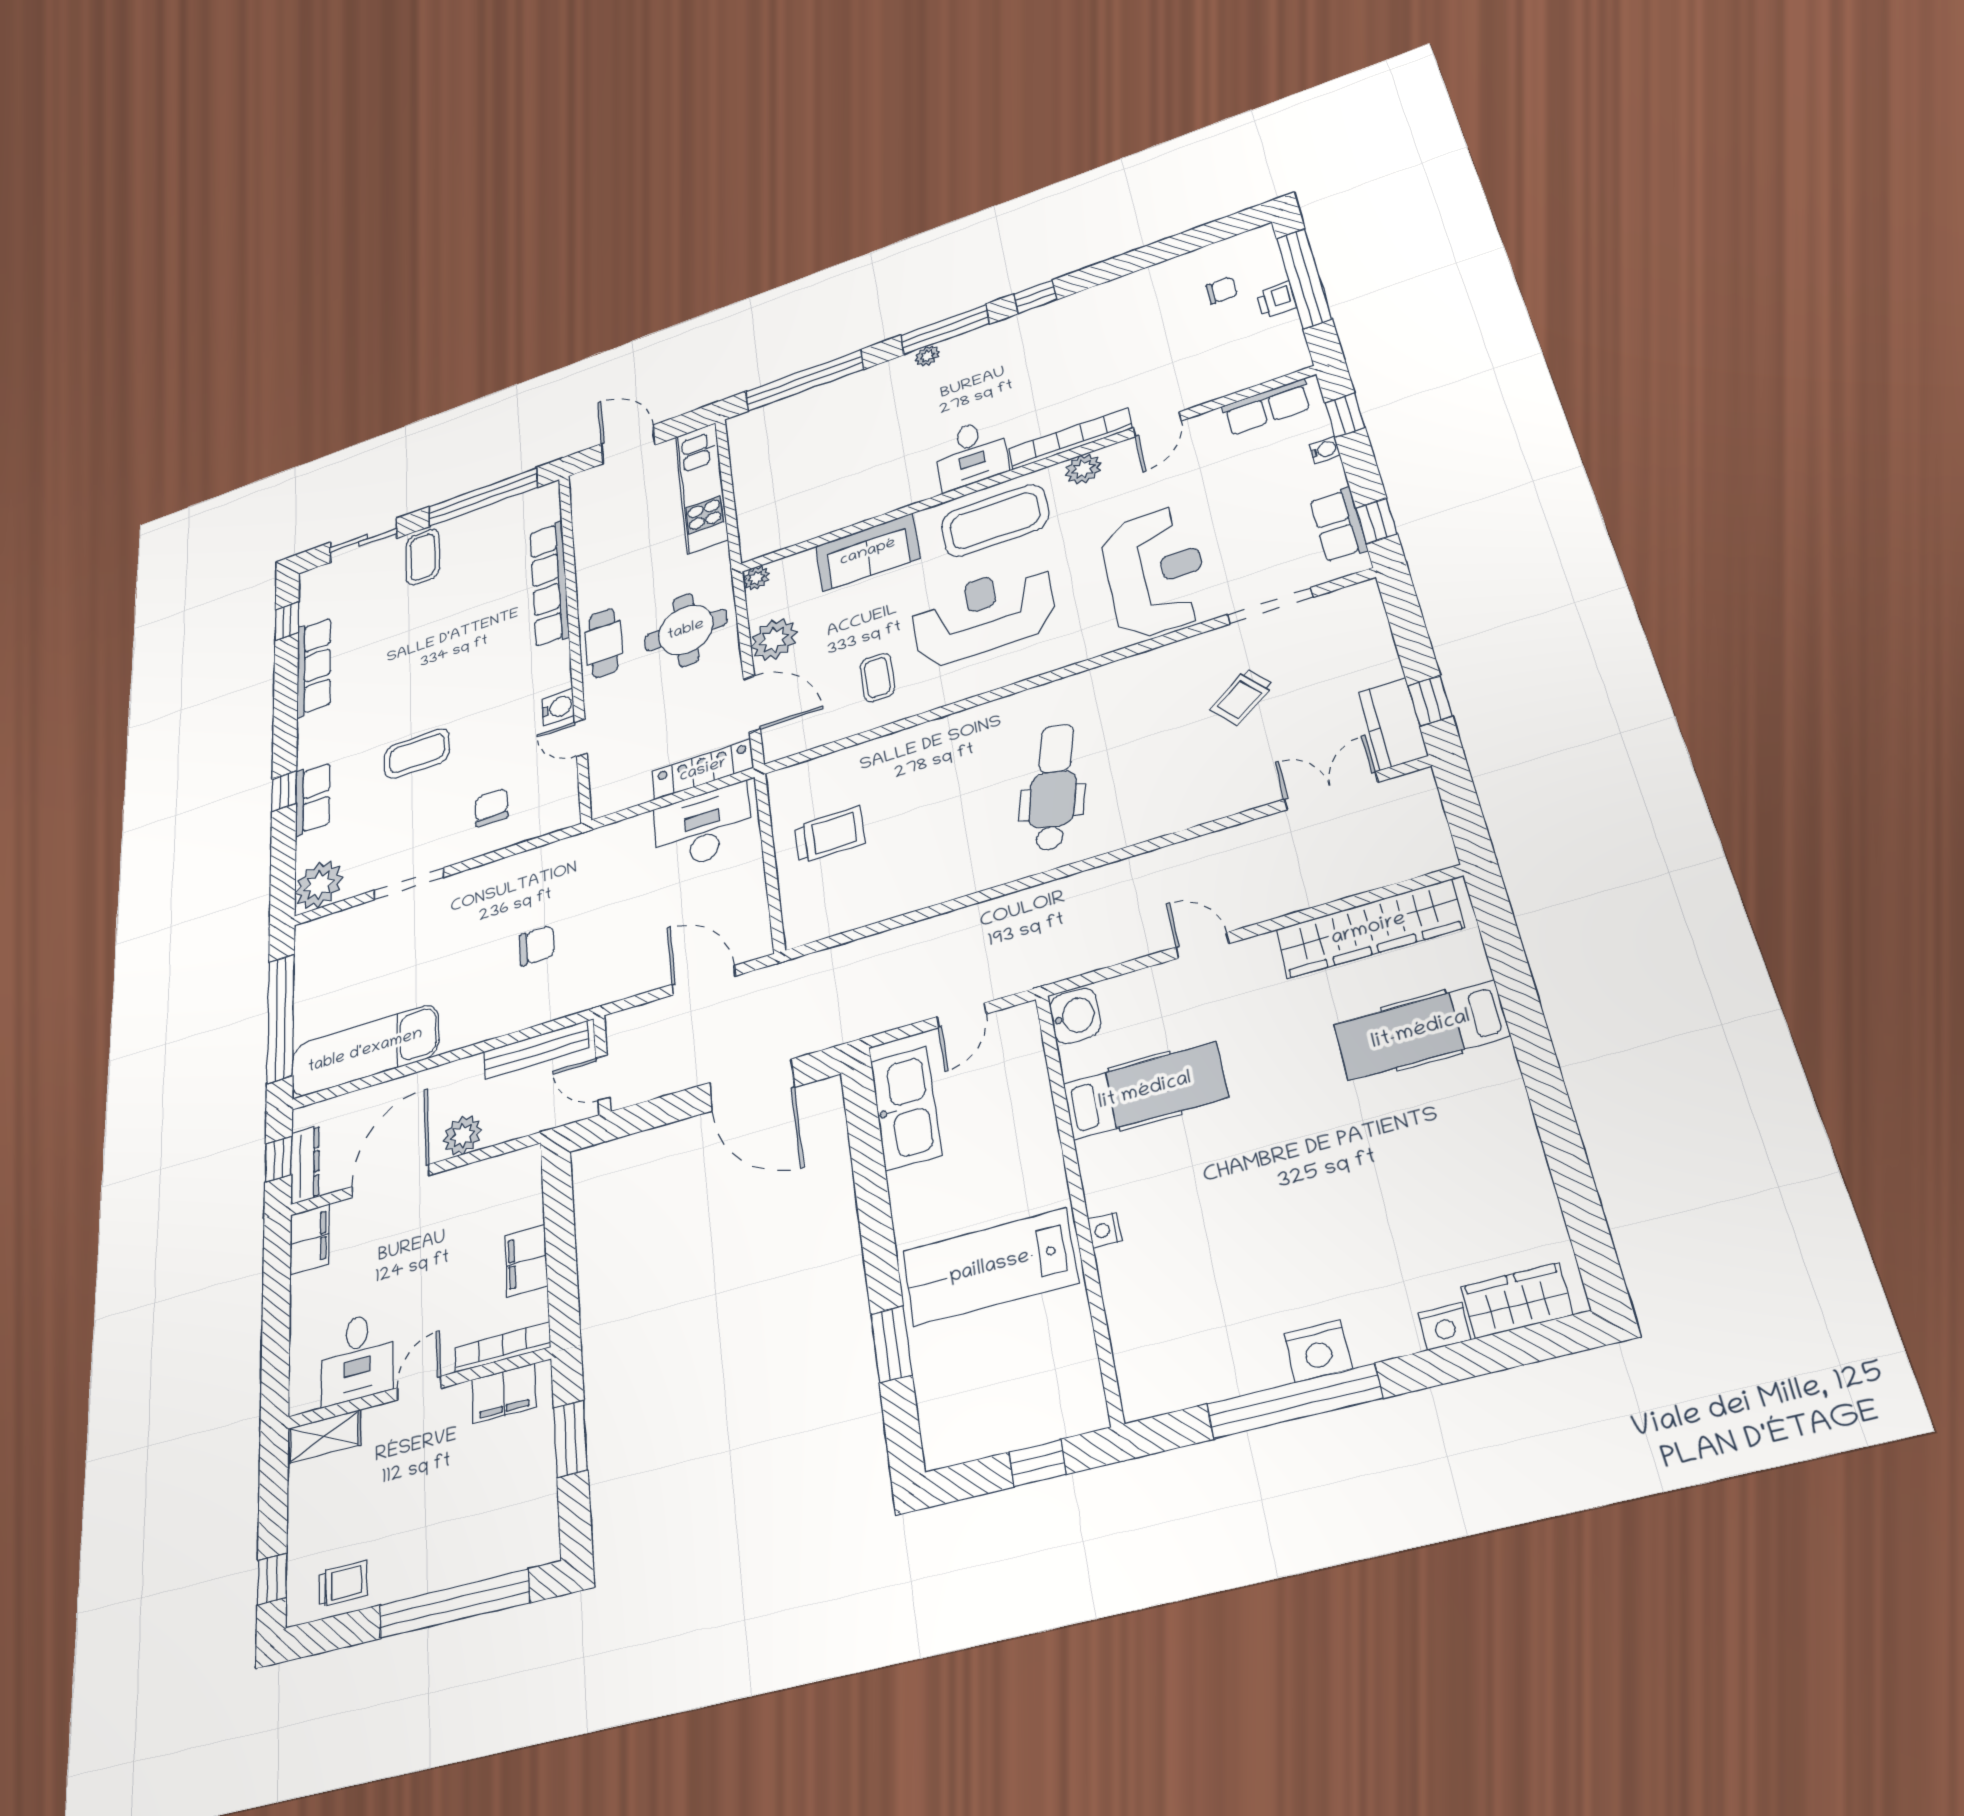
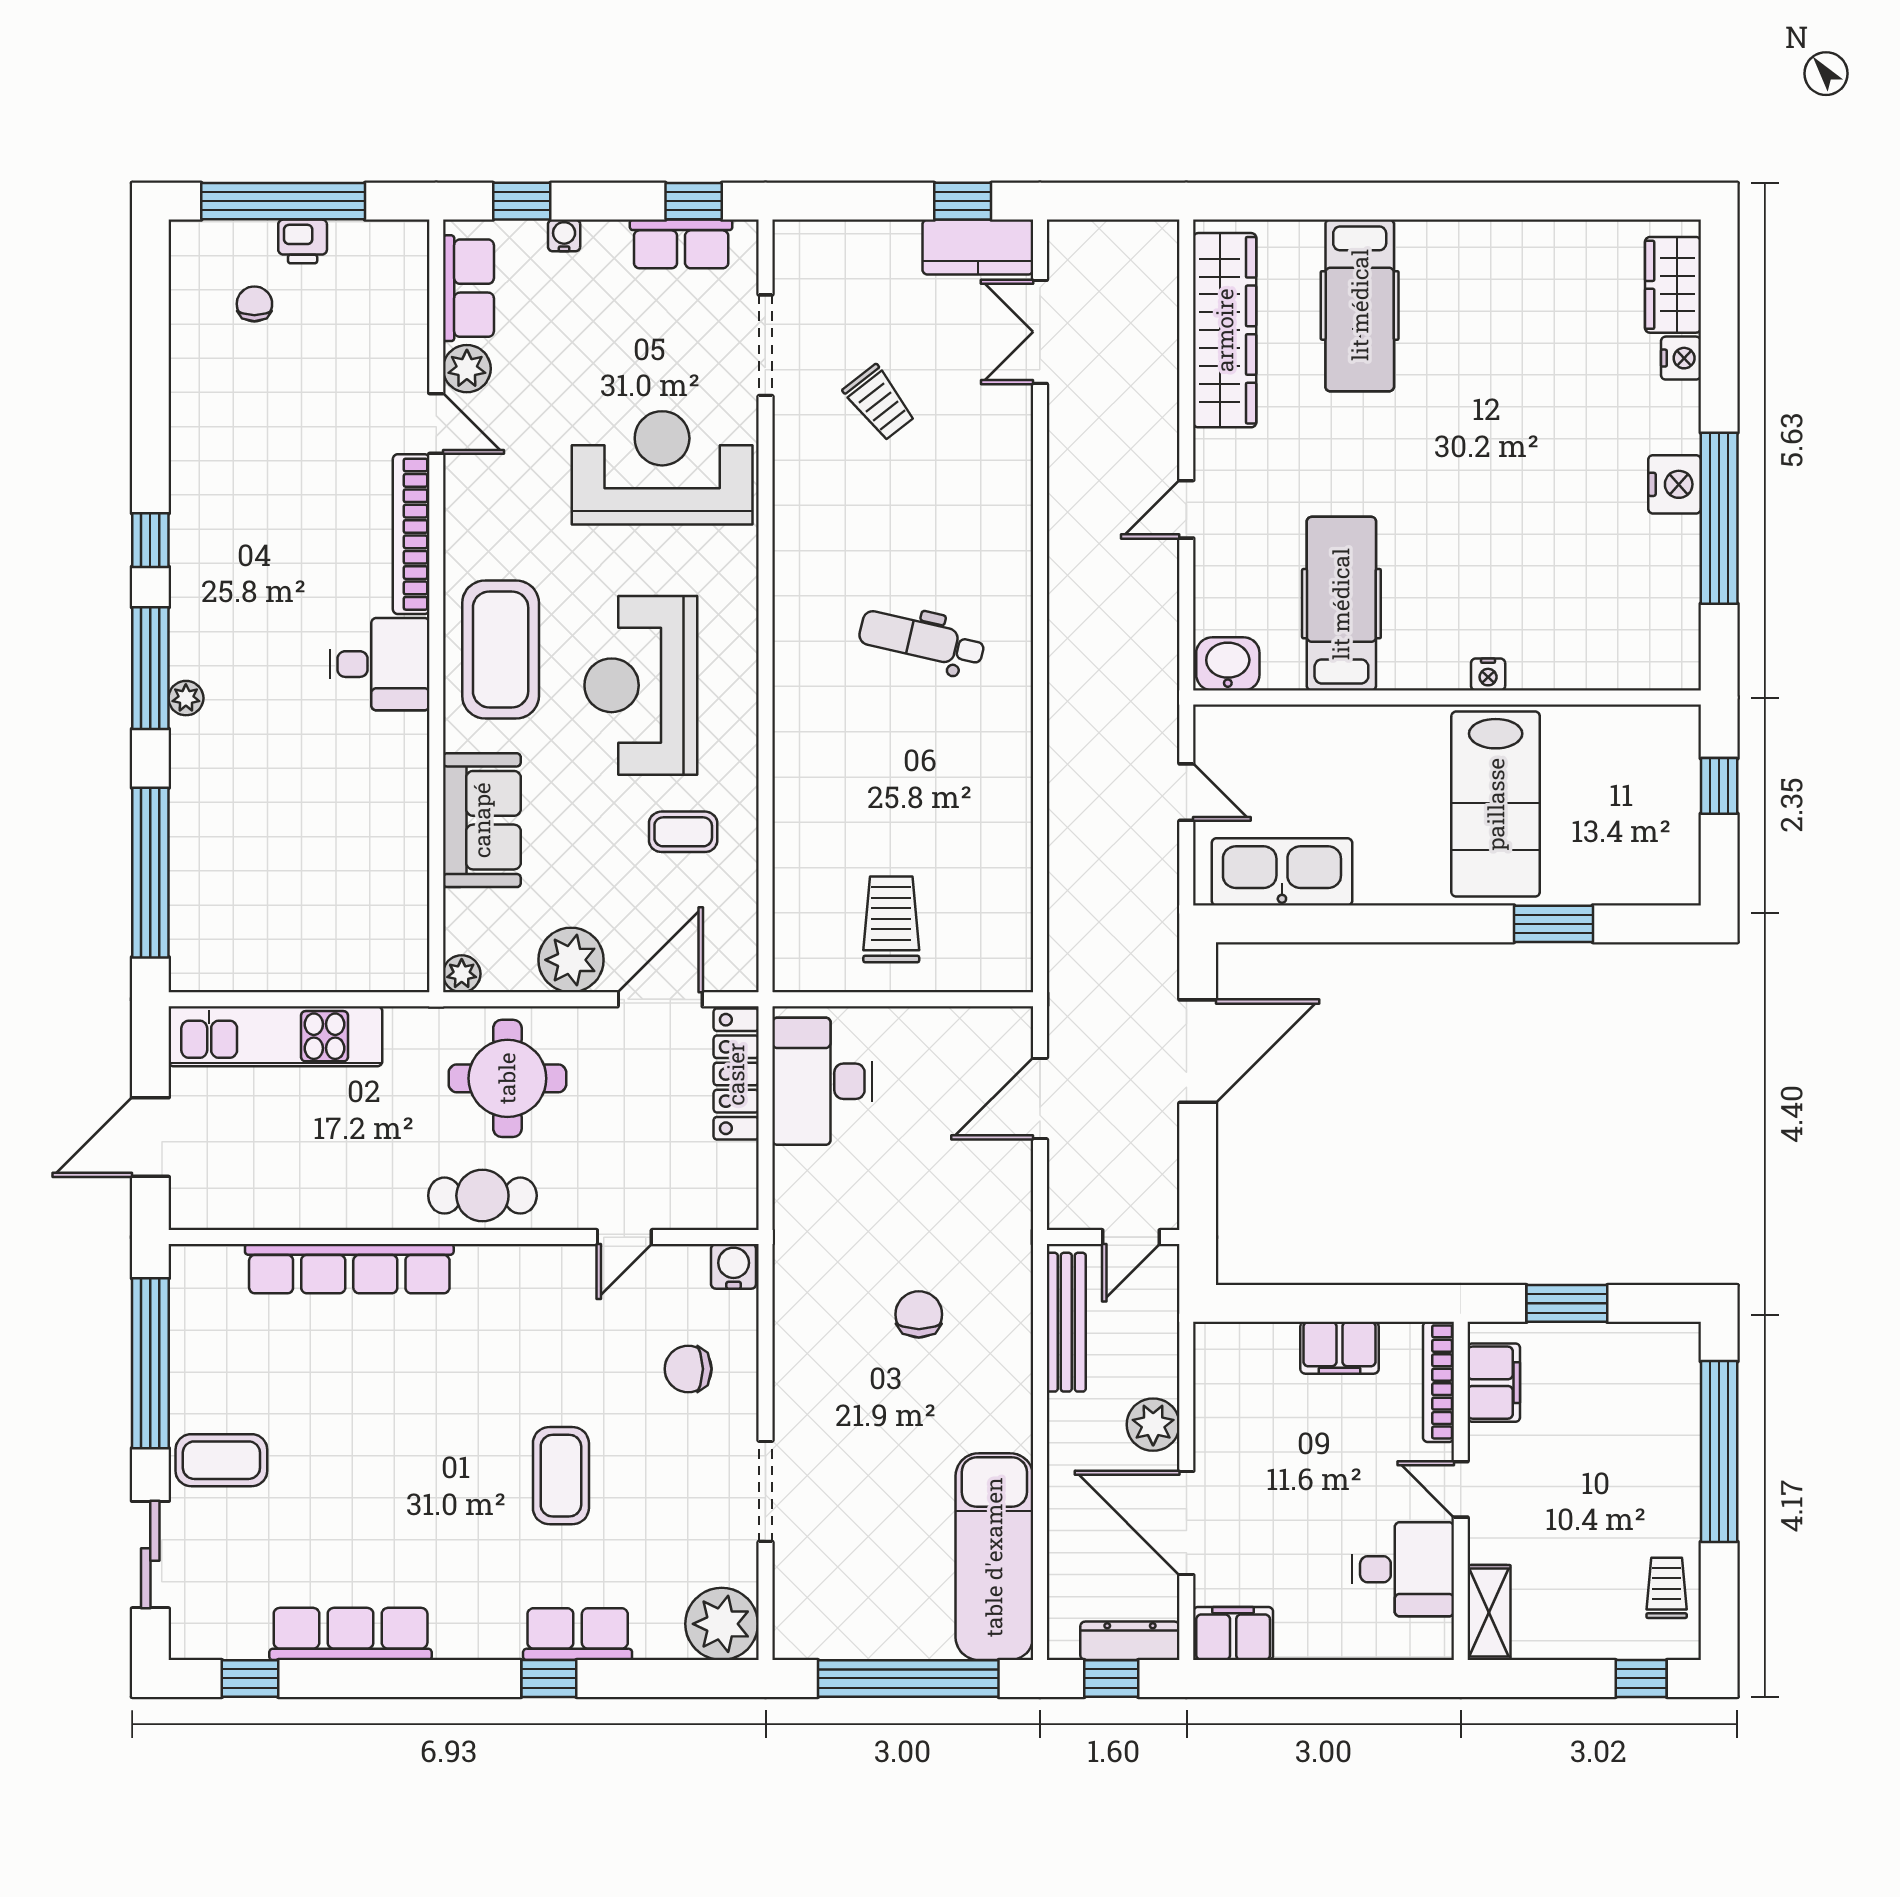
plant: (1083, 469) -> (467, 369), moved
water cooler: (558, 707) -> (734, 1266), moved
dental chair: (1053, 787) -> (922, 640), width x0.73, depth x0.72

